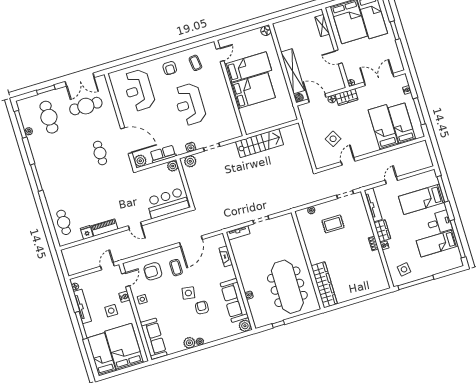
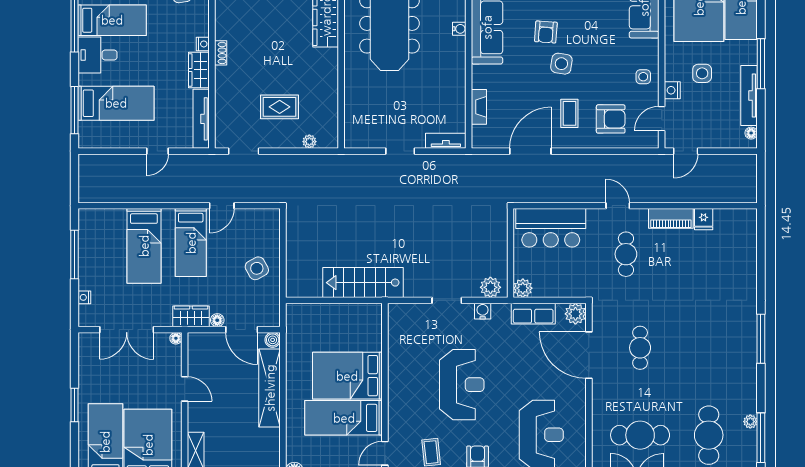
bed: (402, 124) -> (191, 243), moved
side table: (333, 139) -> (257, 268), moved
cafe table: (64, 222) -> (626, 254), moved

